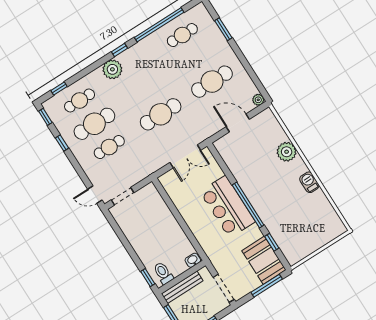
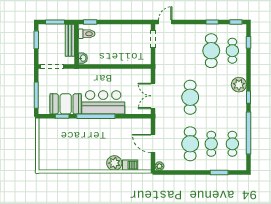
door: (238, 123) -> (153, 143), swing flipped
cafe table: (109, 147) -> (211, 144), moved
barbecue: (309, 182) -> (130, 165), moved
booth: (264, 260) -> (66, 104), moved

